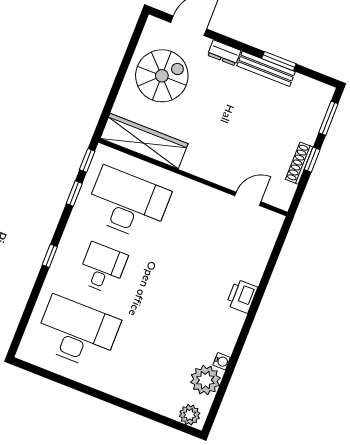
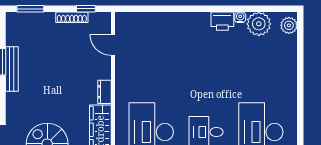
dresser: (224, 53) -> (104, 92), moved, turned 180
window: (312, 160) -> (86, 9), moved
printer: (242, 296) -> (222, 21), moved

